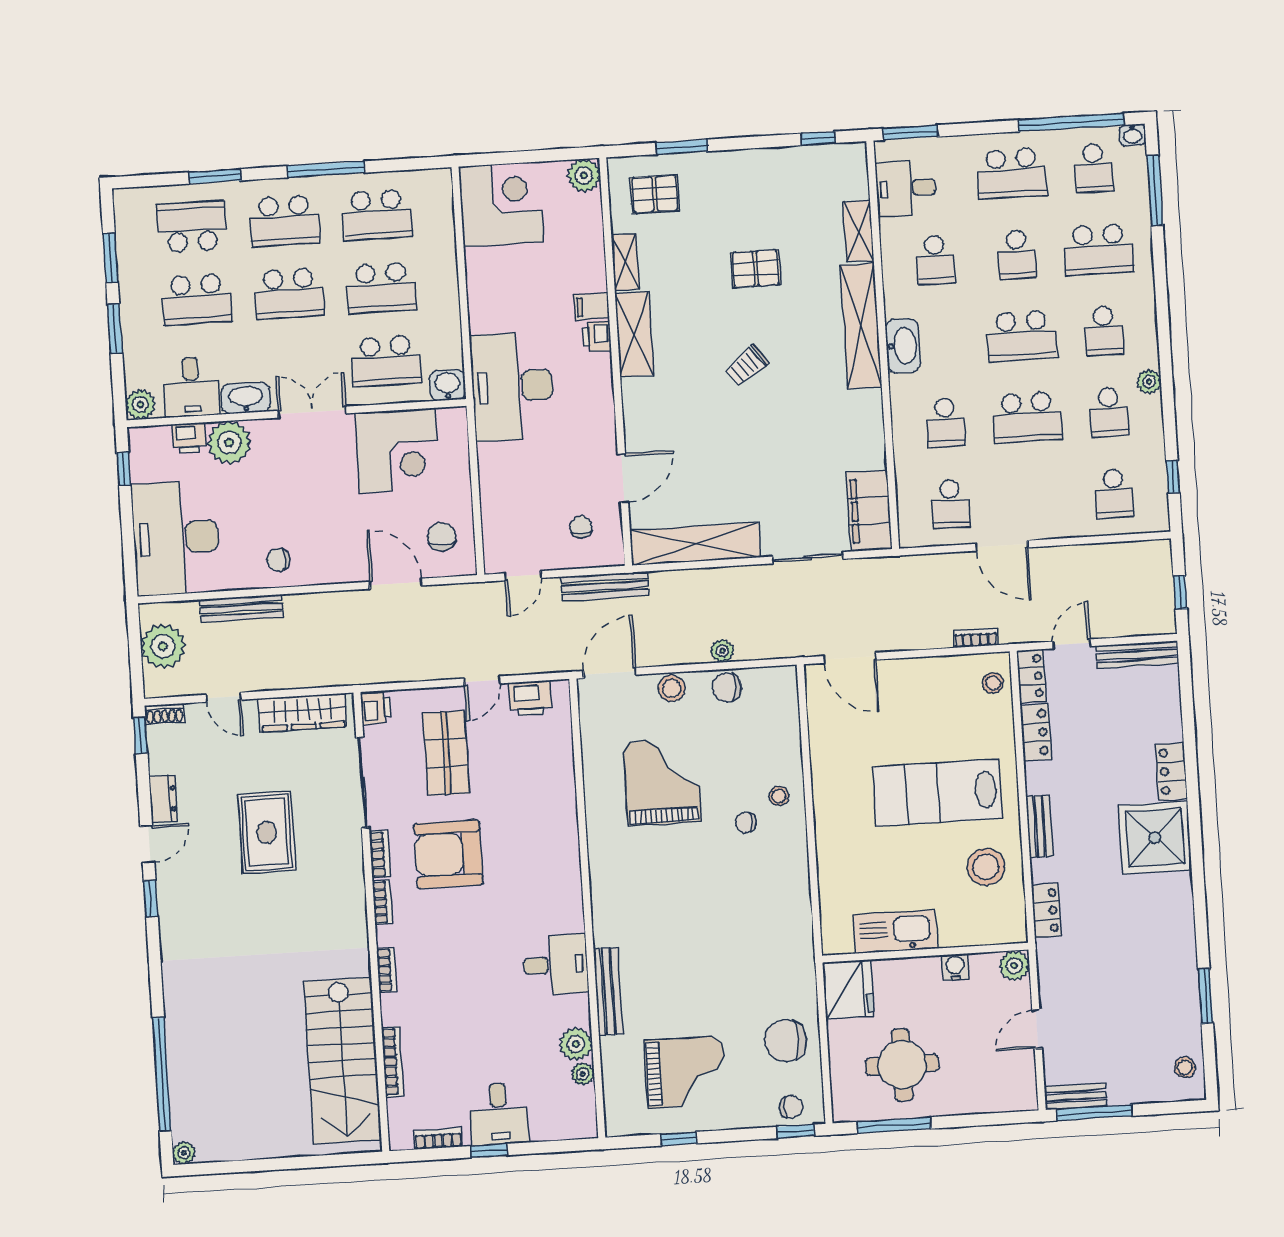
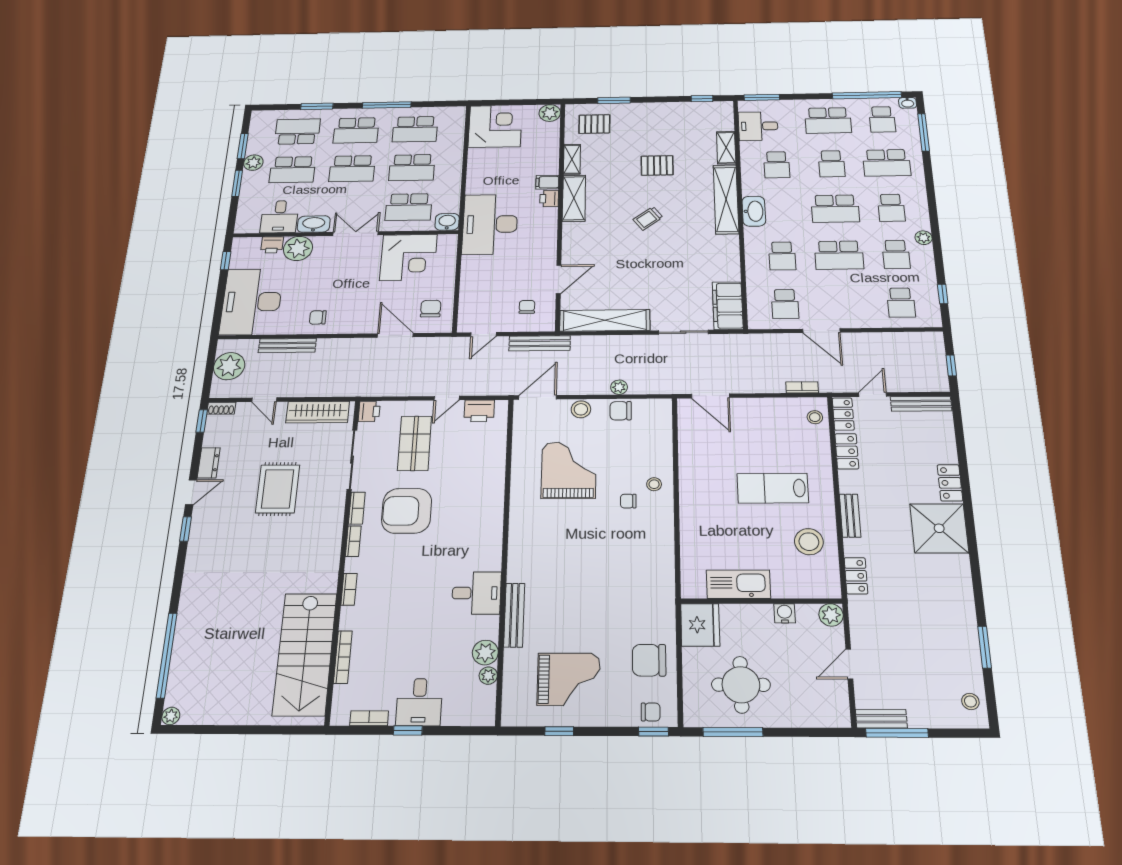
plant: (140, 405) -> (253, 163), moved
lab bench: (937, 793) -> (773, 488), width x0.73, depth x0.72

